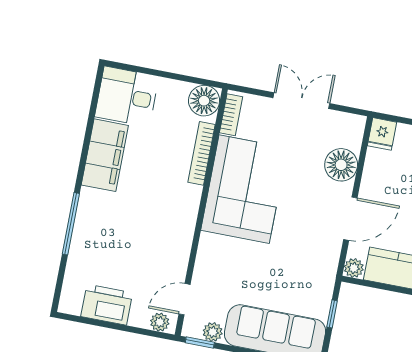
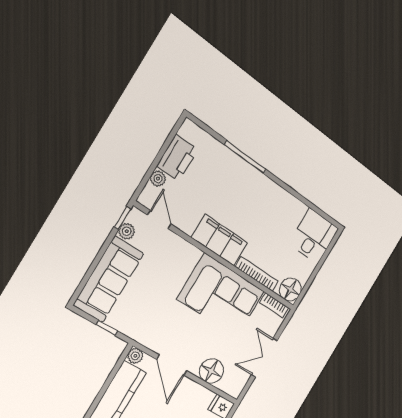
double door: (301, 101) -> (264, 358), swing flipped
filing cabinet: (105, 155) -> (220, 240), moved, turned 180
plant: (160, 322) -> (158, 179), moved

